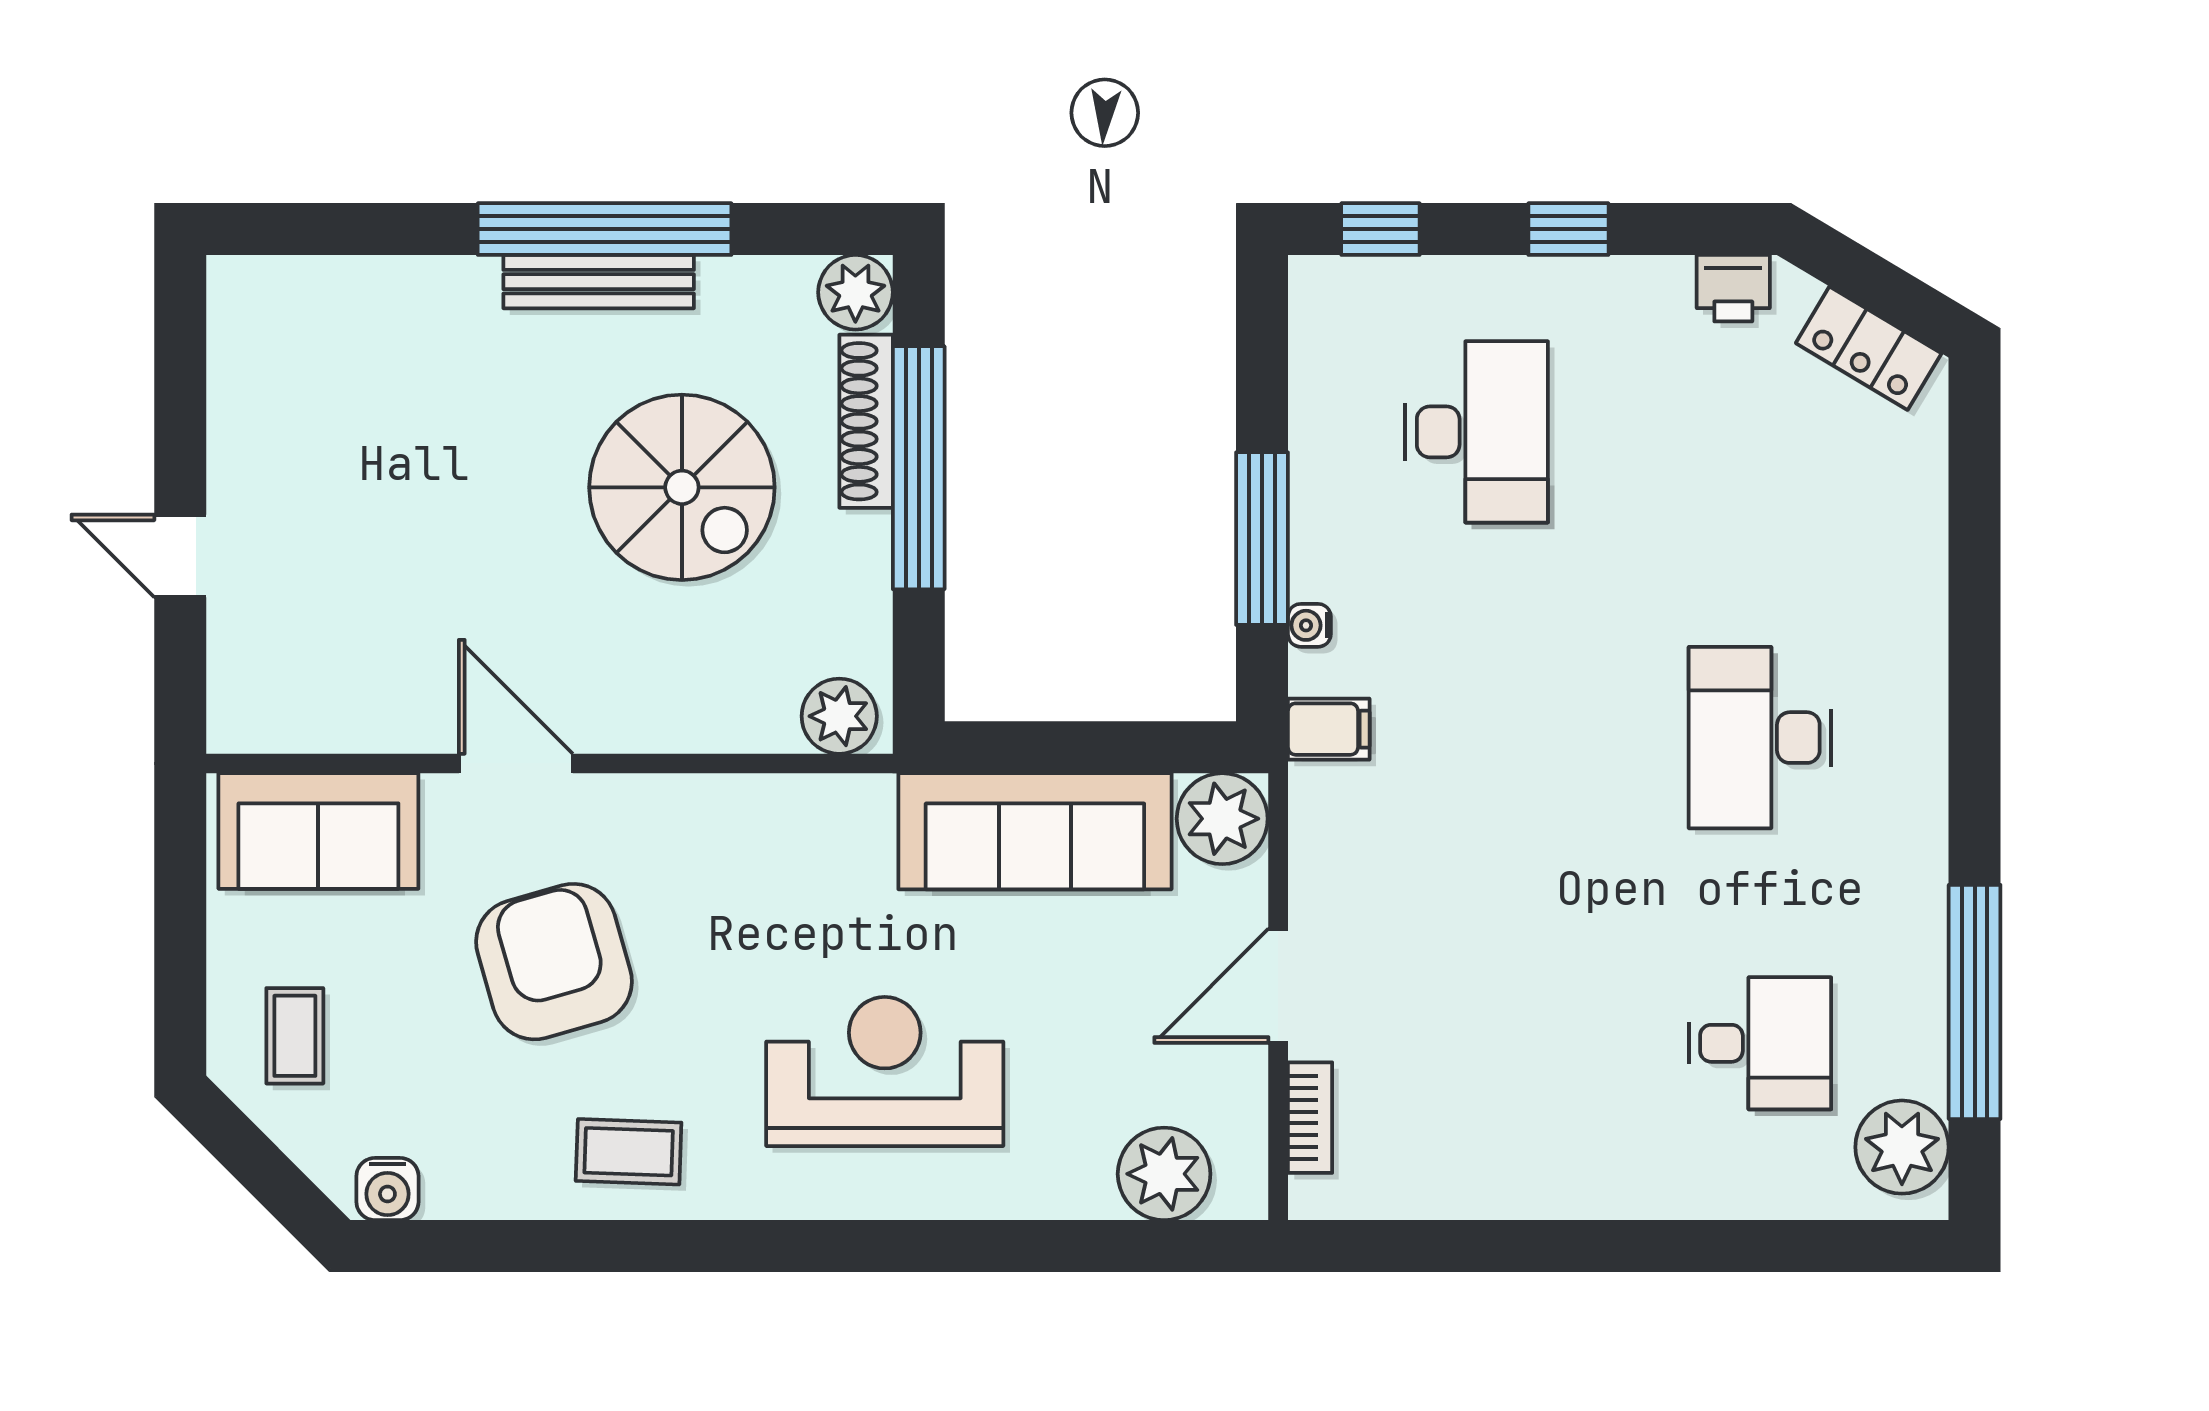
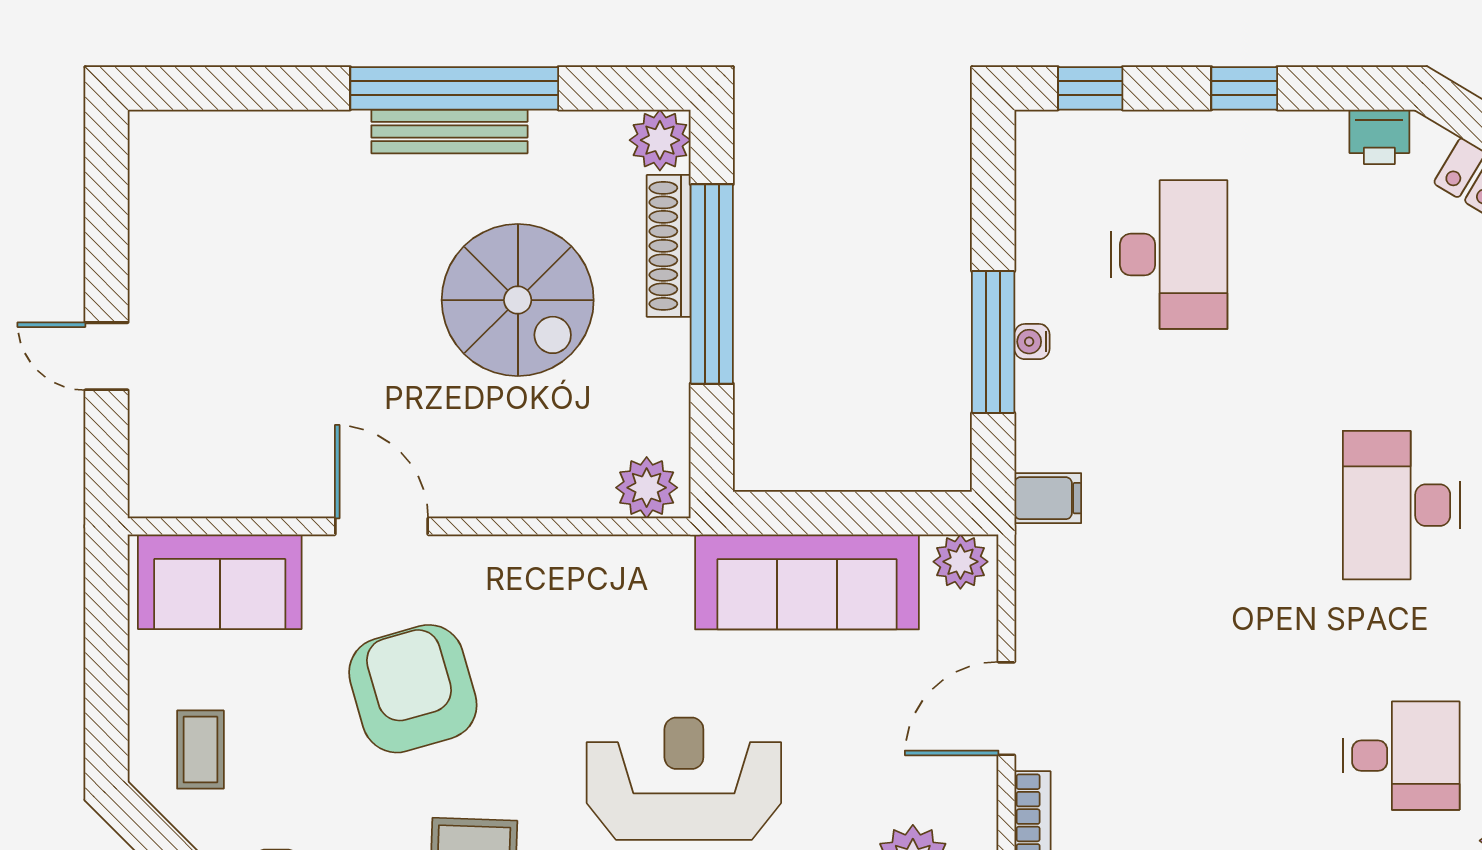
water cooler: (1309, 625) -> (1032, 342), moved
plant: (1222, 819) -> (960, 562), width x0.73, depth x0.73

